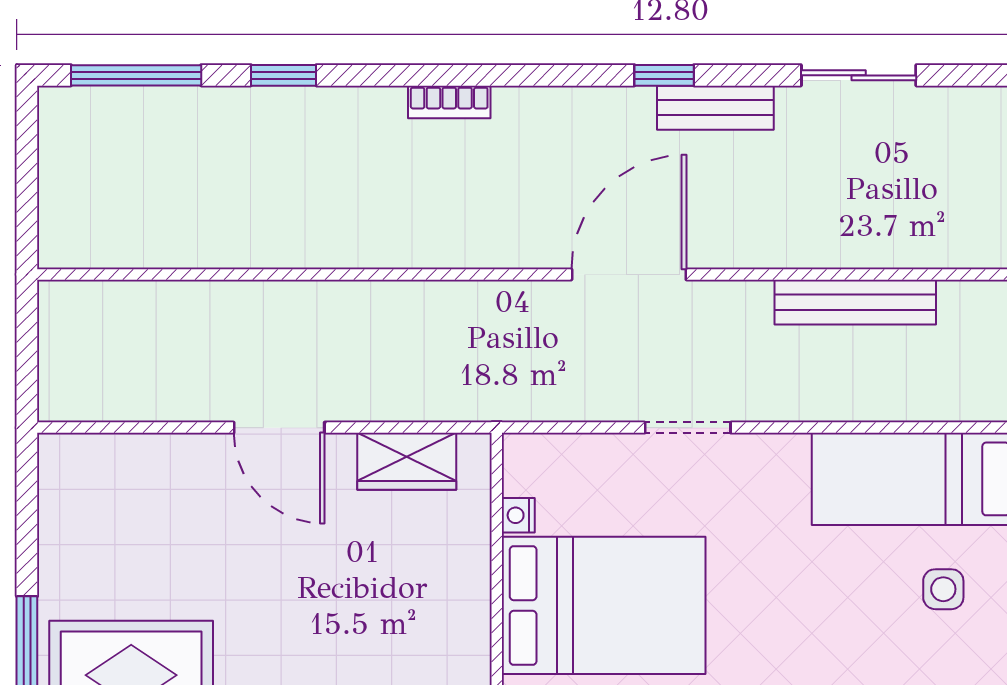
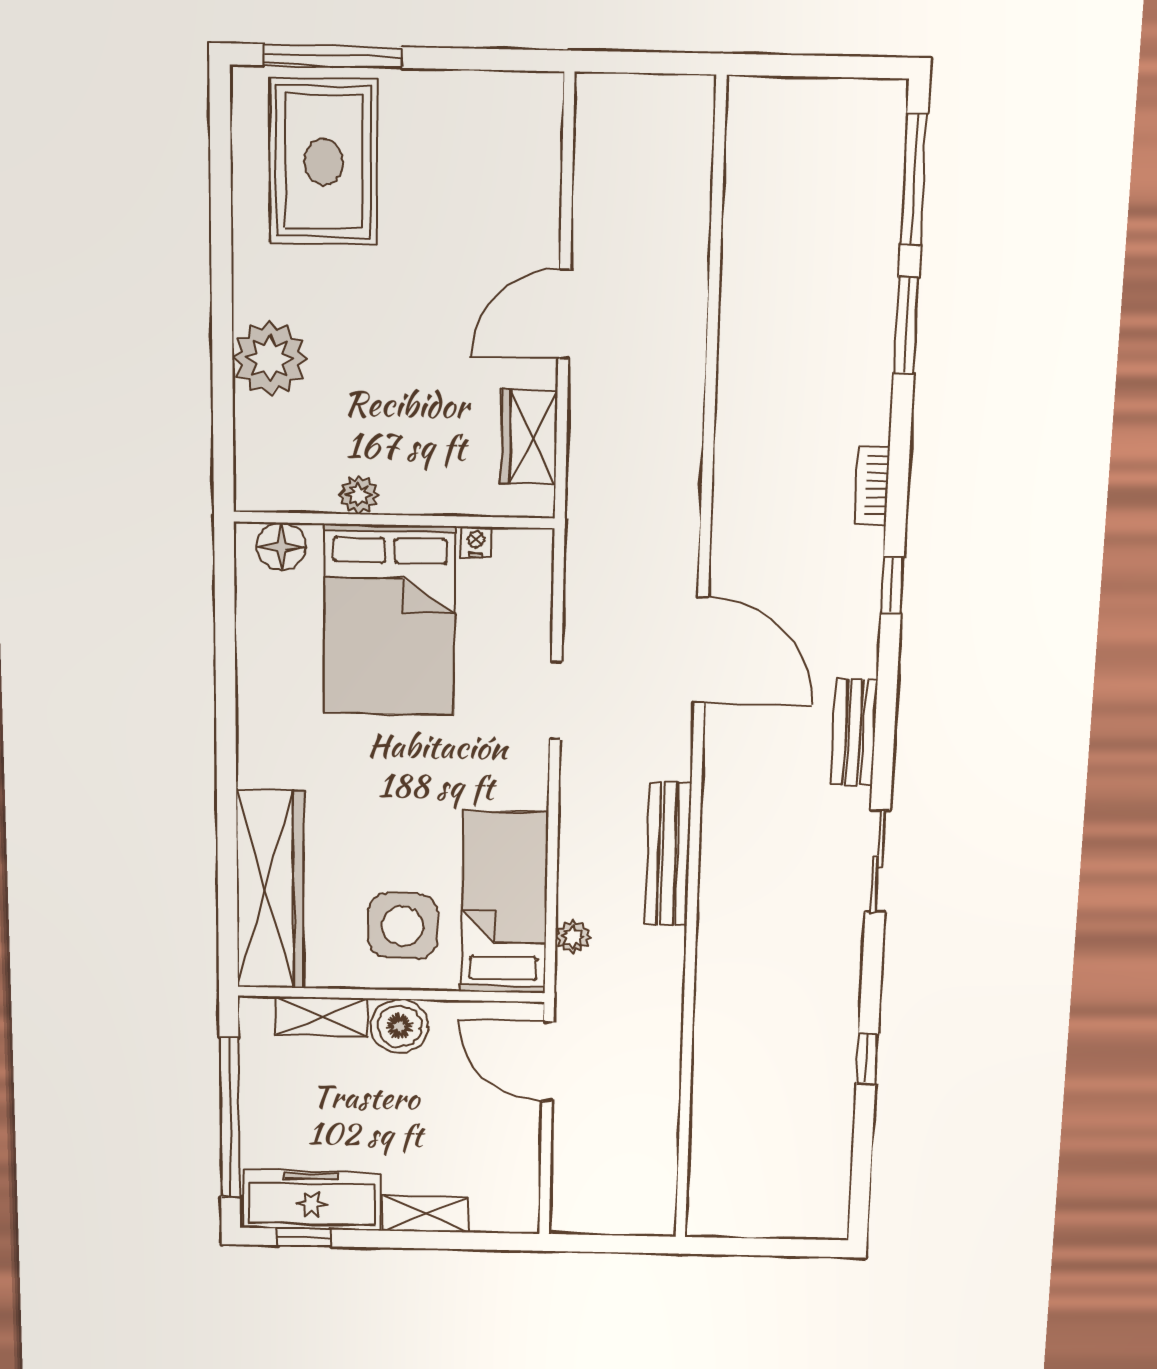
window: (284, 75) -> (906, 326), width x1.50
window: (664, 75) -> (892, 585), moved
plant: (952, 403) -> (573, 937), added
side table: (943, 589) -> (403, 926), width x1.87, depth x1.87
plant: (471, 638) -> (359, 495), added

